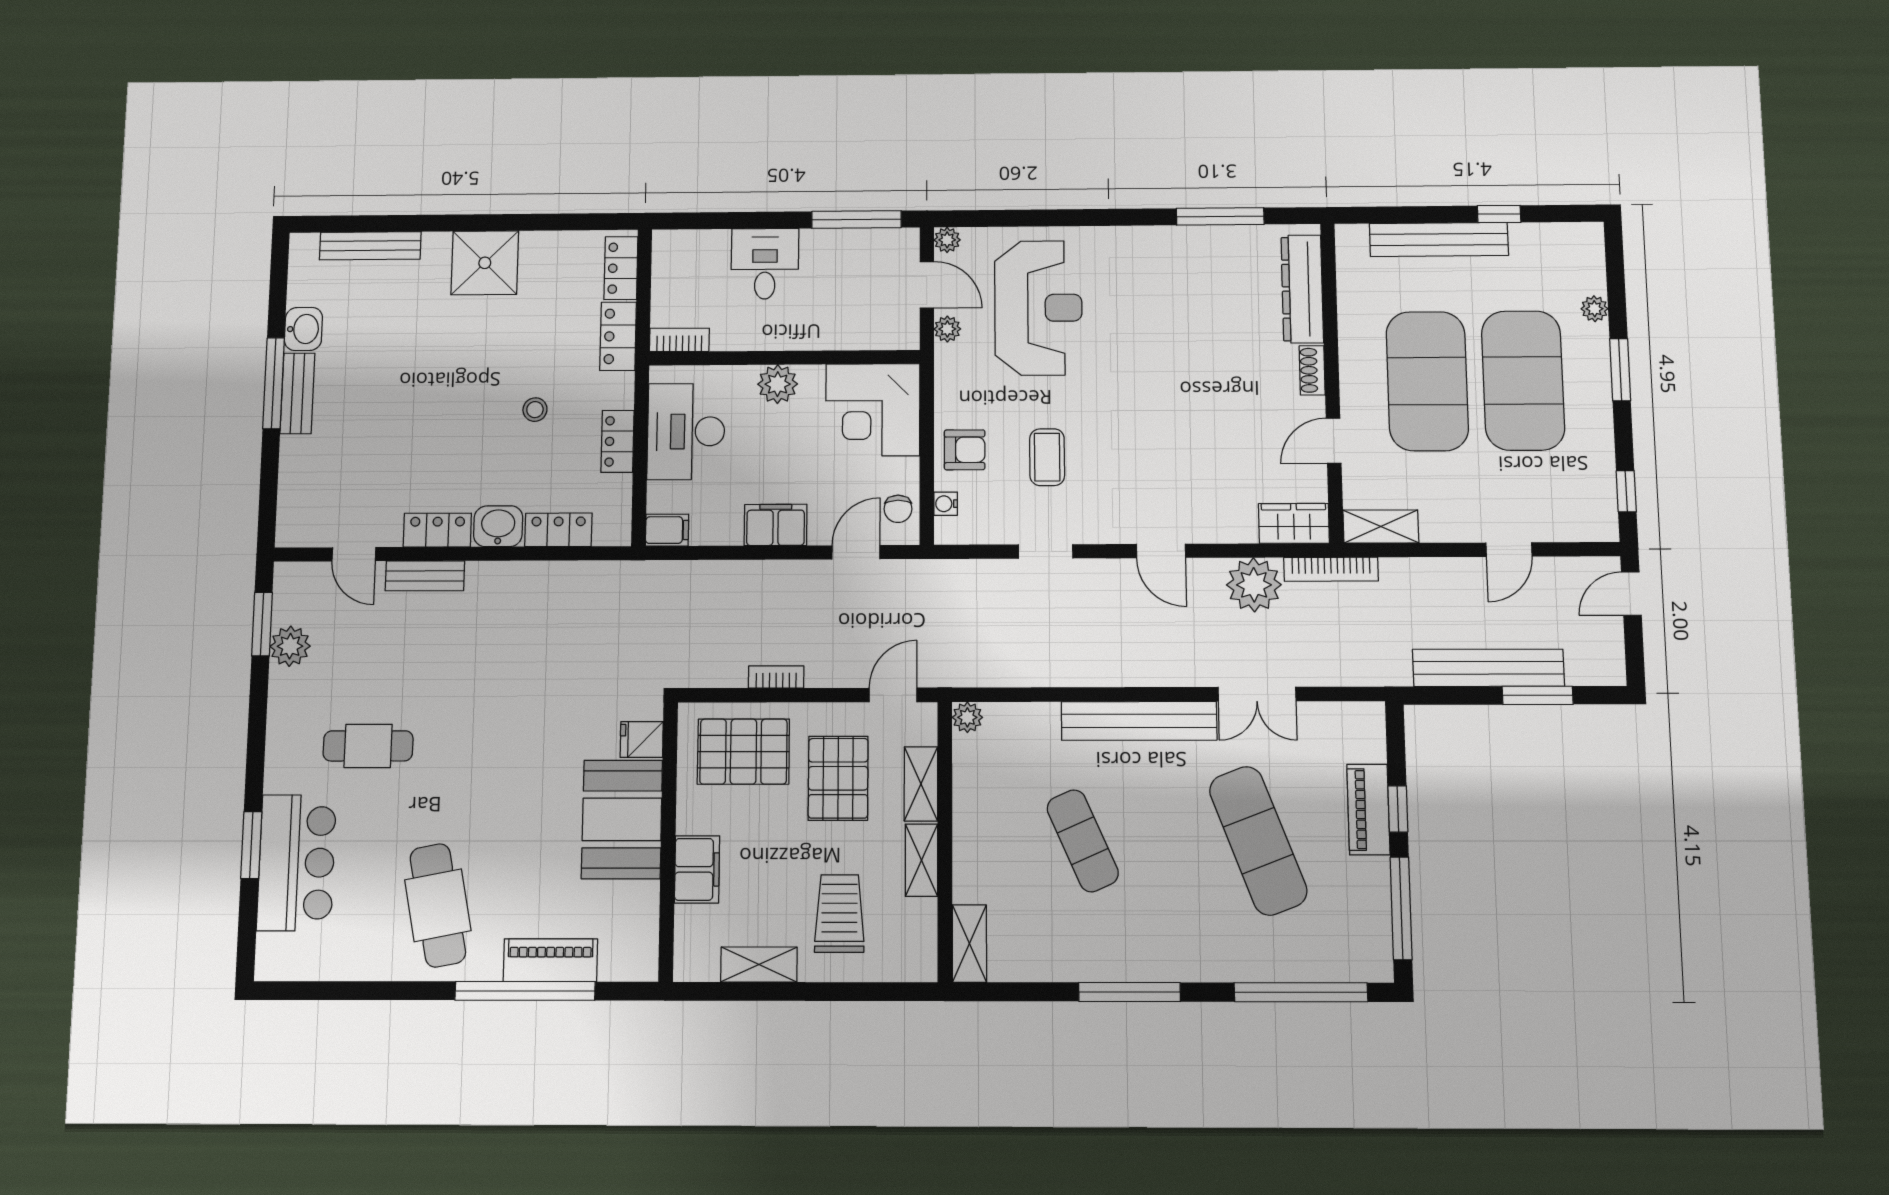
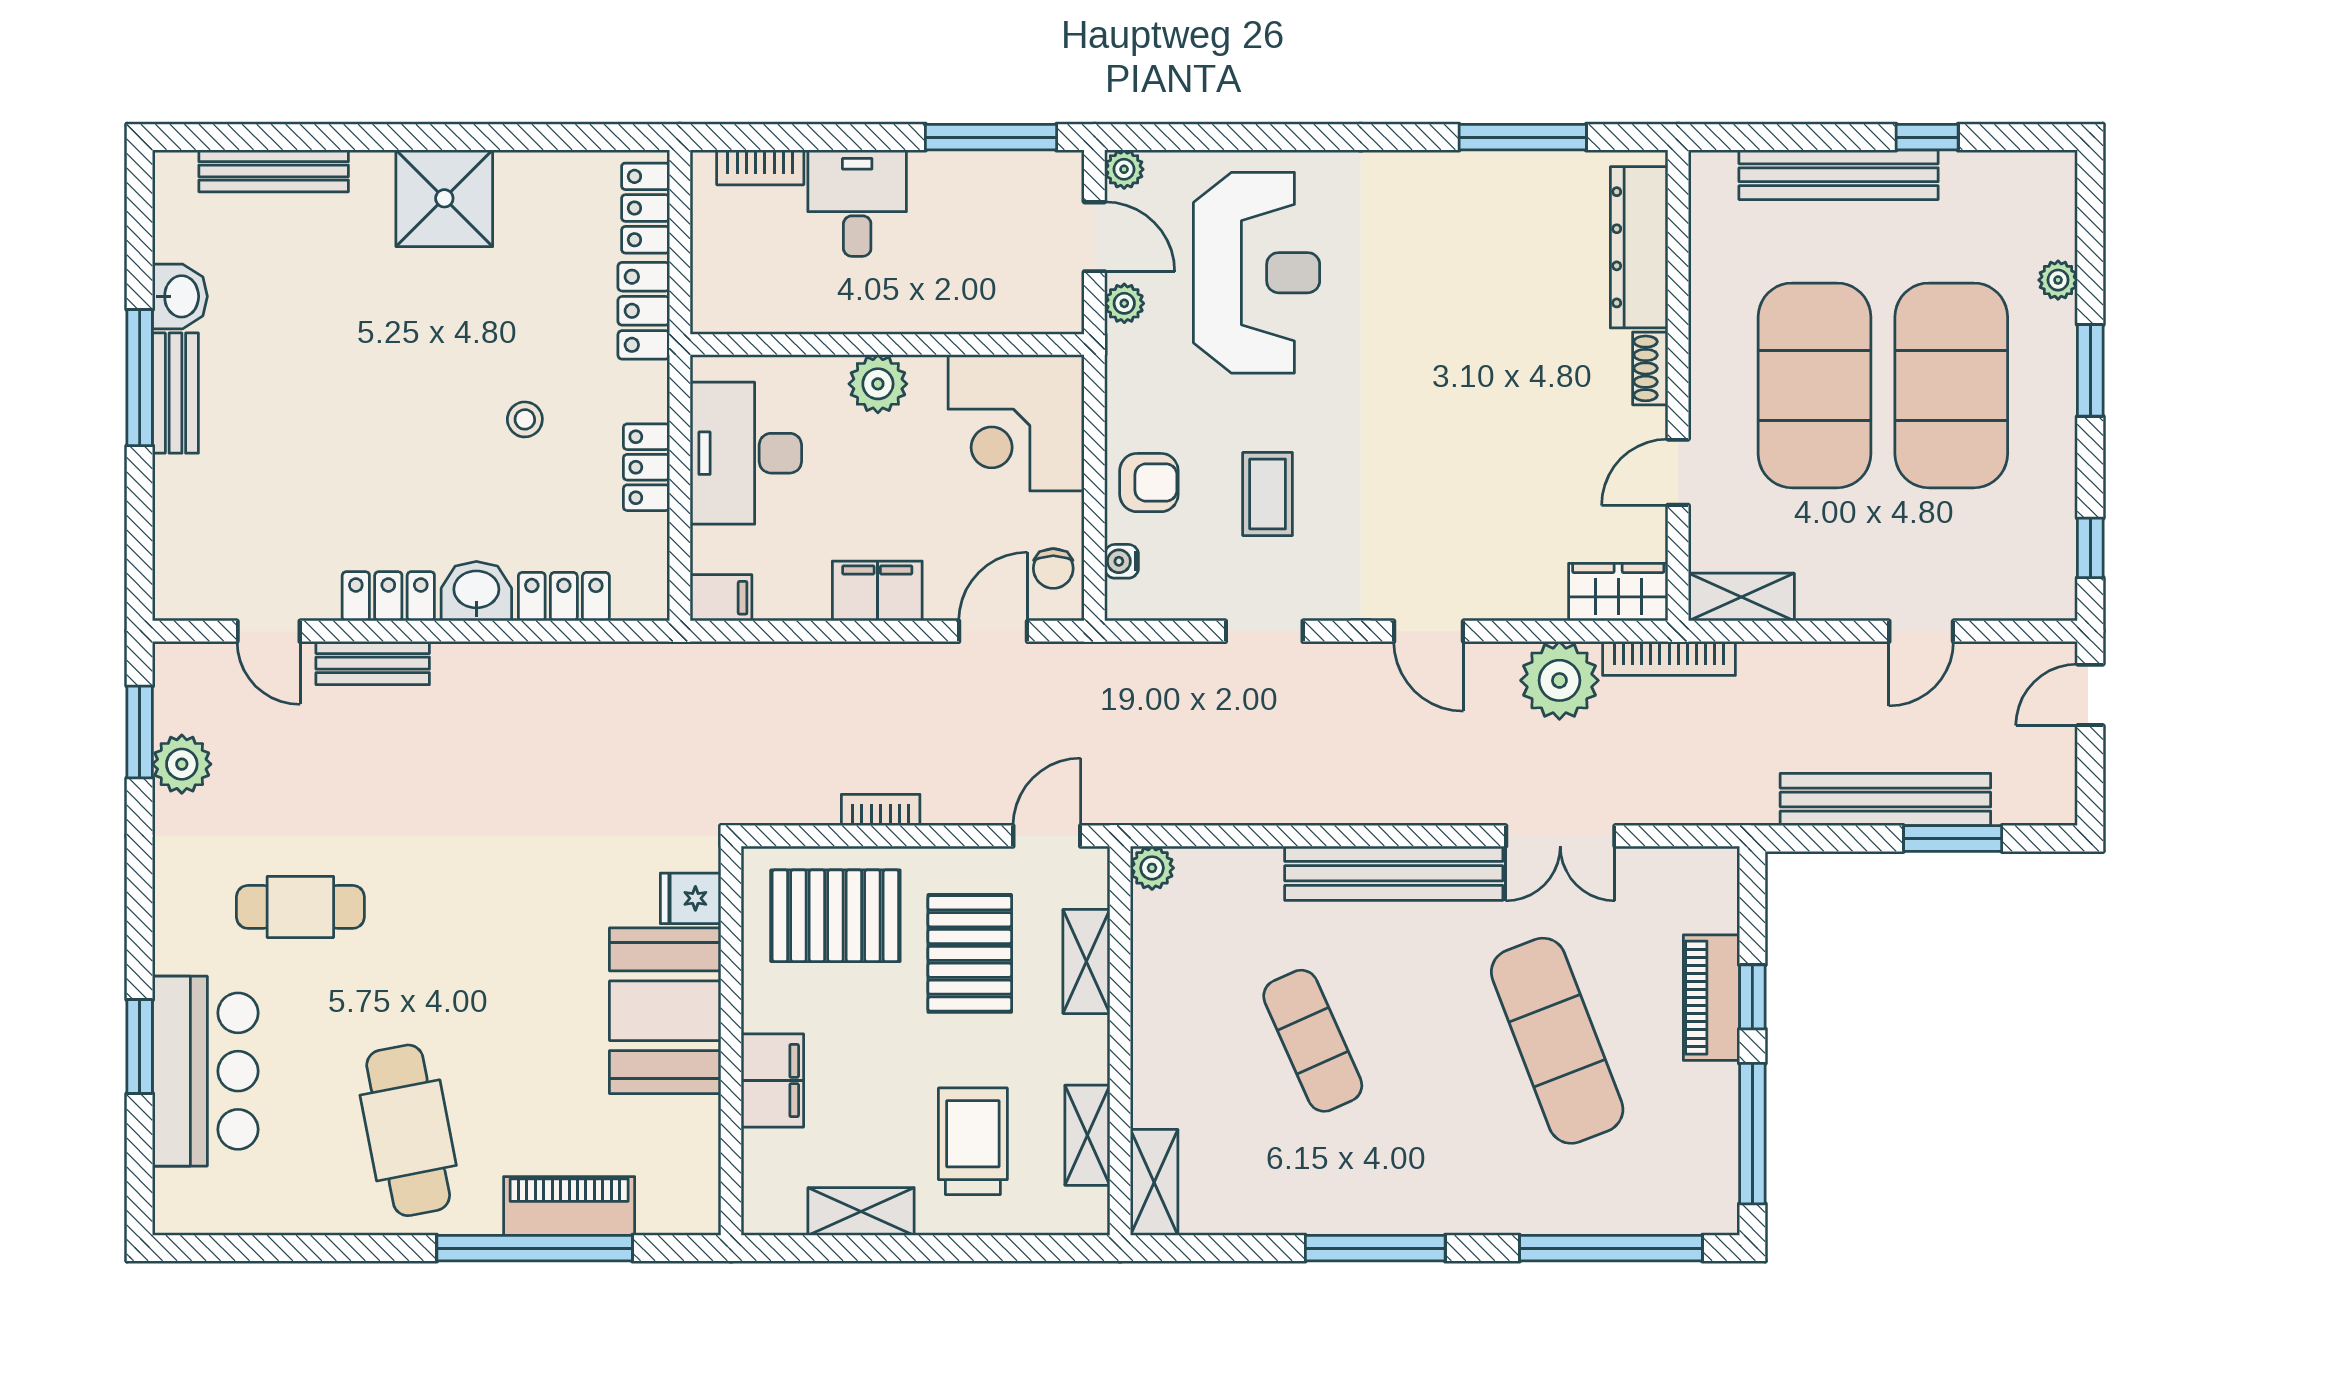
bookcase: (679, 340) -> (760, 167), moved, turned 180
shelving: (921, 860) -> (1087, 1135), moved

